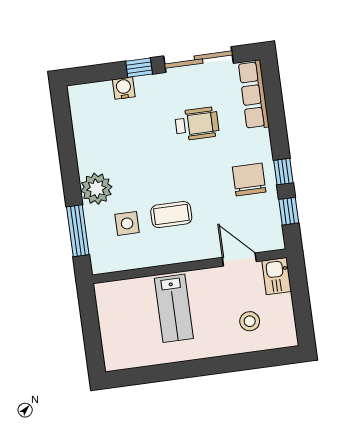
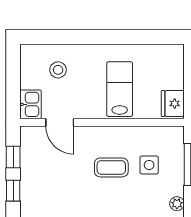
chair: (249, 179) -> (43, 188), removed
plant: (96, 189) -> (177, 204), width x0.53, depth x0.53
fridge: (109, 300) -> (173, 103), added

